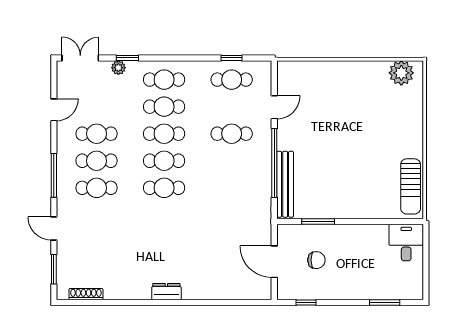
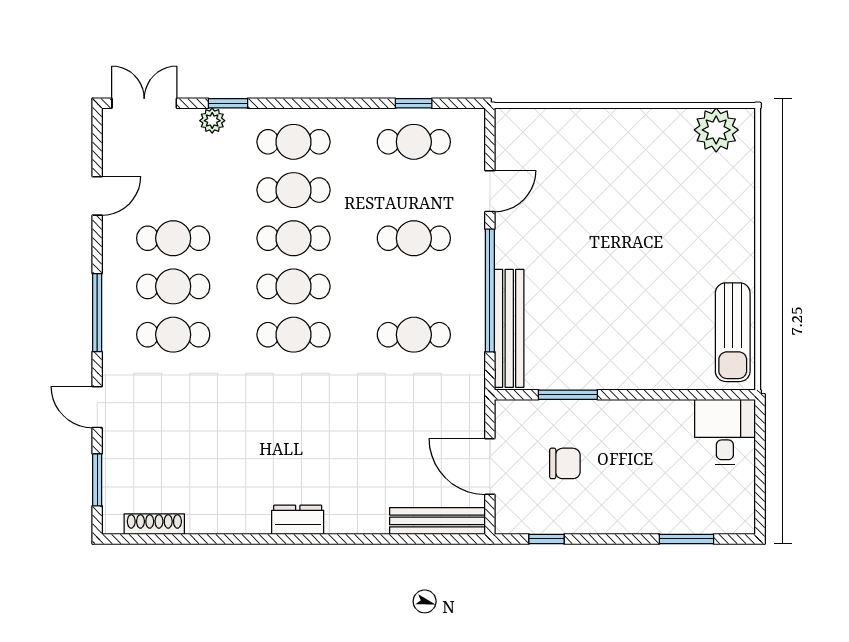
cafe table: (232, 188) -> (414, 335), added
bench: (245, 292) -> (437, 521), added

